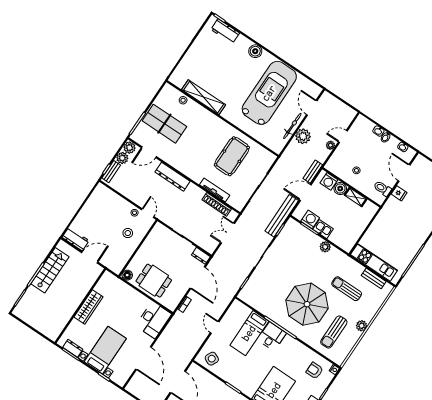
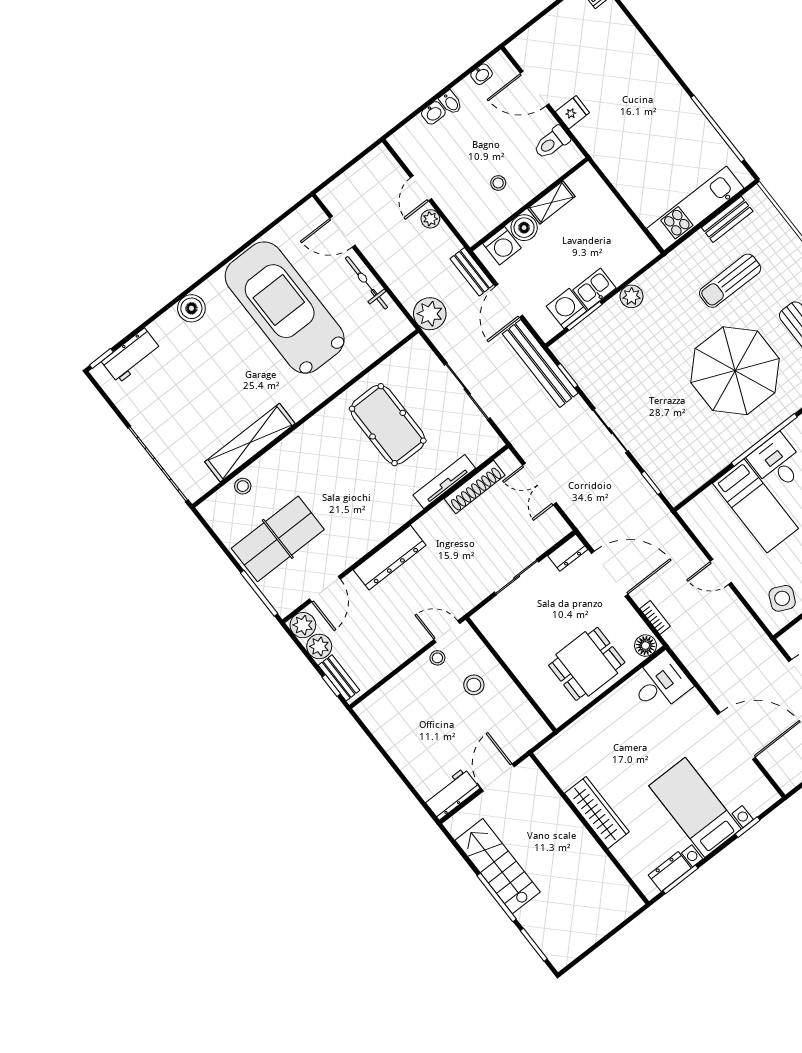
plant: (303, 136) -> (430, 314), moved
floor lamp: (127, 275) -> (645, 646), moved
desk: (154, 320) -> (660, 683), width x0.73

